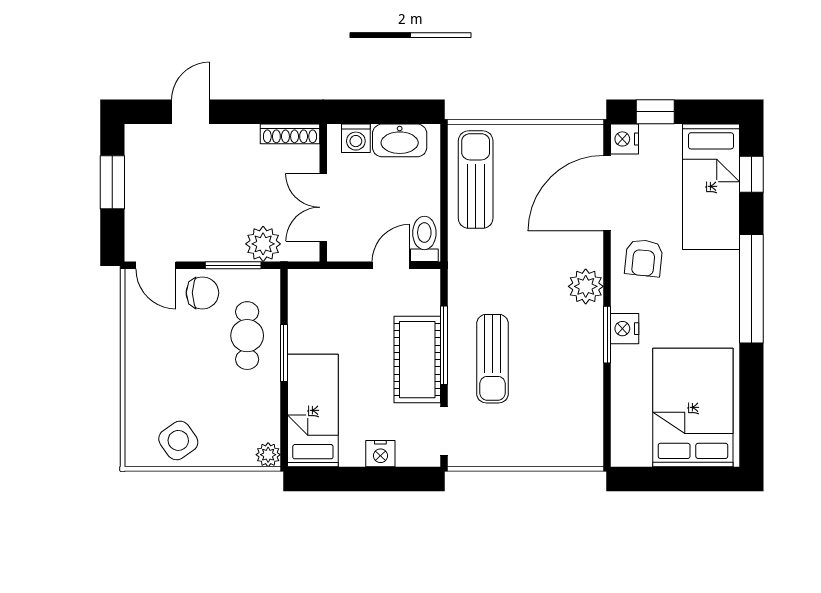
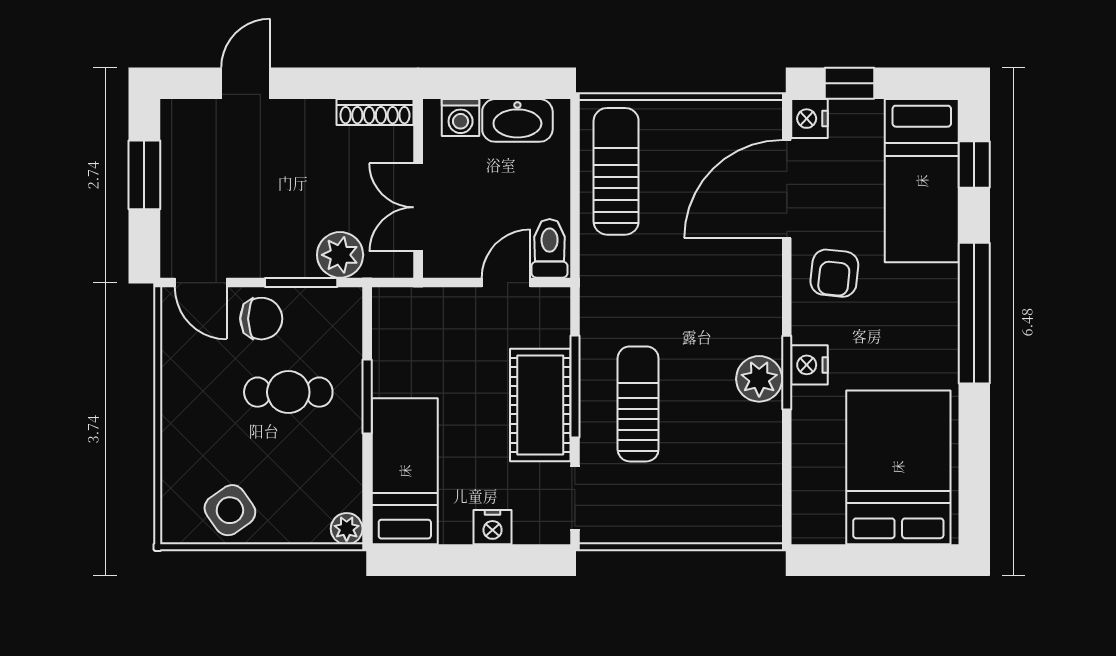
plant: (586, 286) -> (759, 379), moved
cafe table: (247, 336) -> (288, 392), moved, turned 90
sun lounger: (492, 359) -> (638, 404), turned 180

